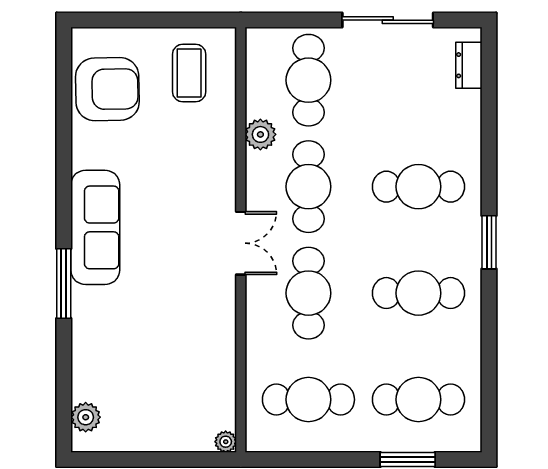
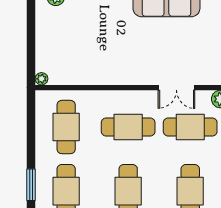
double door: (241, 243) -> (176, 88), moved

